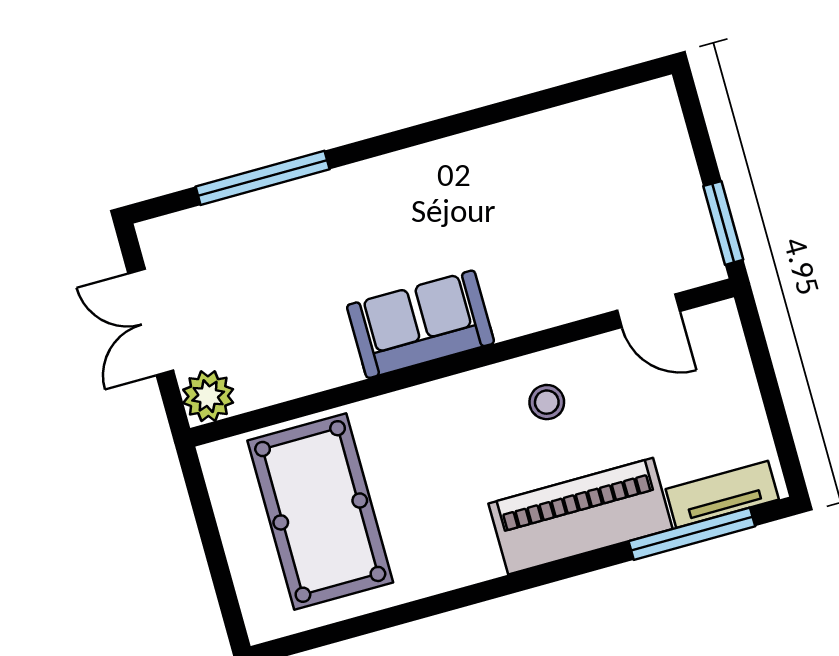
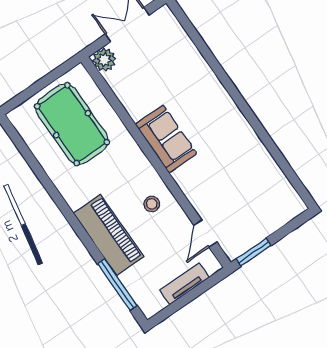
window: (263, 178) -> (205, 51), removed
tv unit: (722, 494) -> (184, 284), moved, turned -90
pool table: (320, 511) -> (72, 124), turned 90

